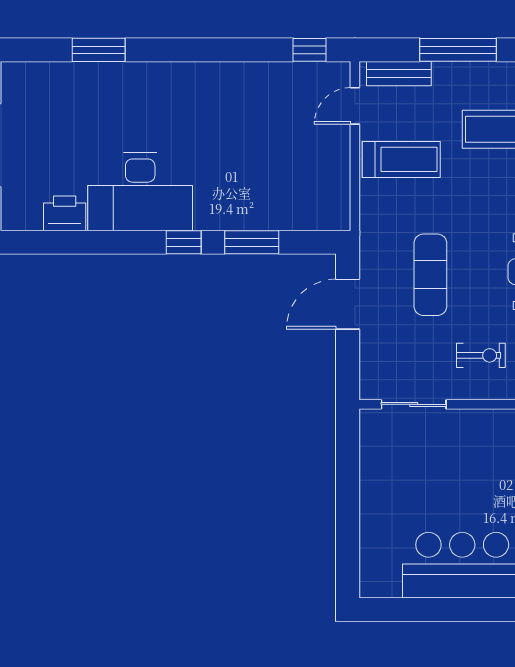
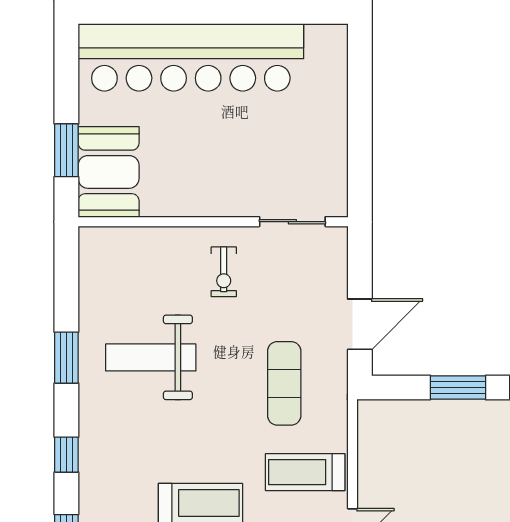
exercise mat: (430, 275) -> (284, 383), moved
exercise bike: (481, 355) -> (224, 272), turned -90

